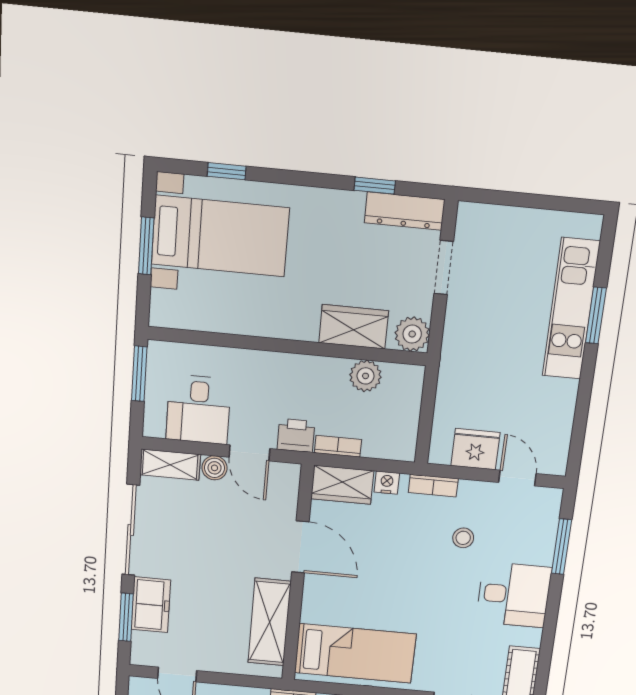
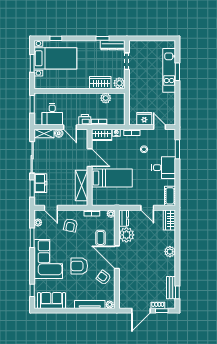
bed: (355, 653) -> (112, 178), moved

